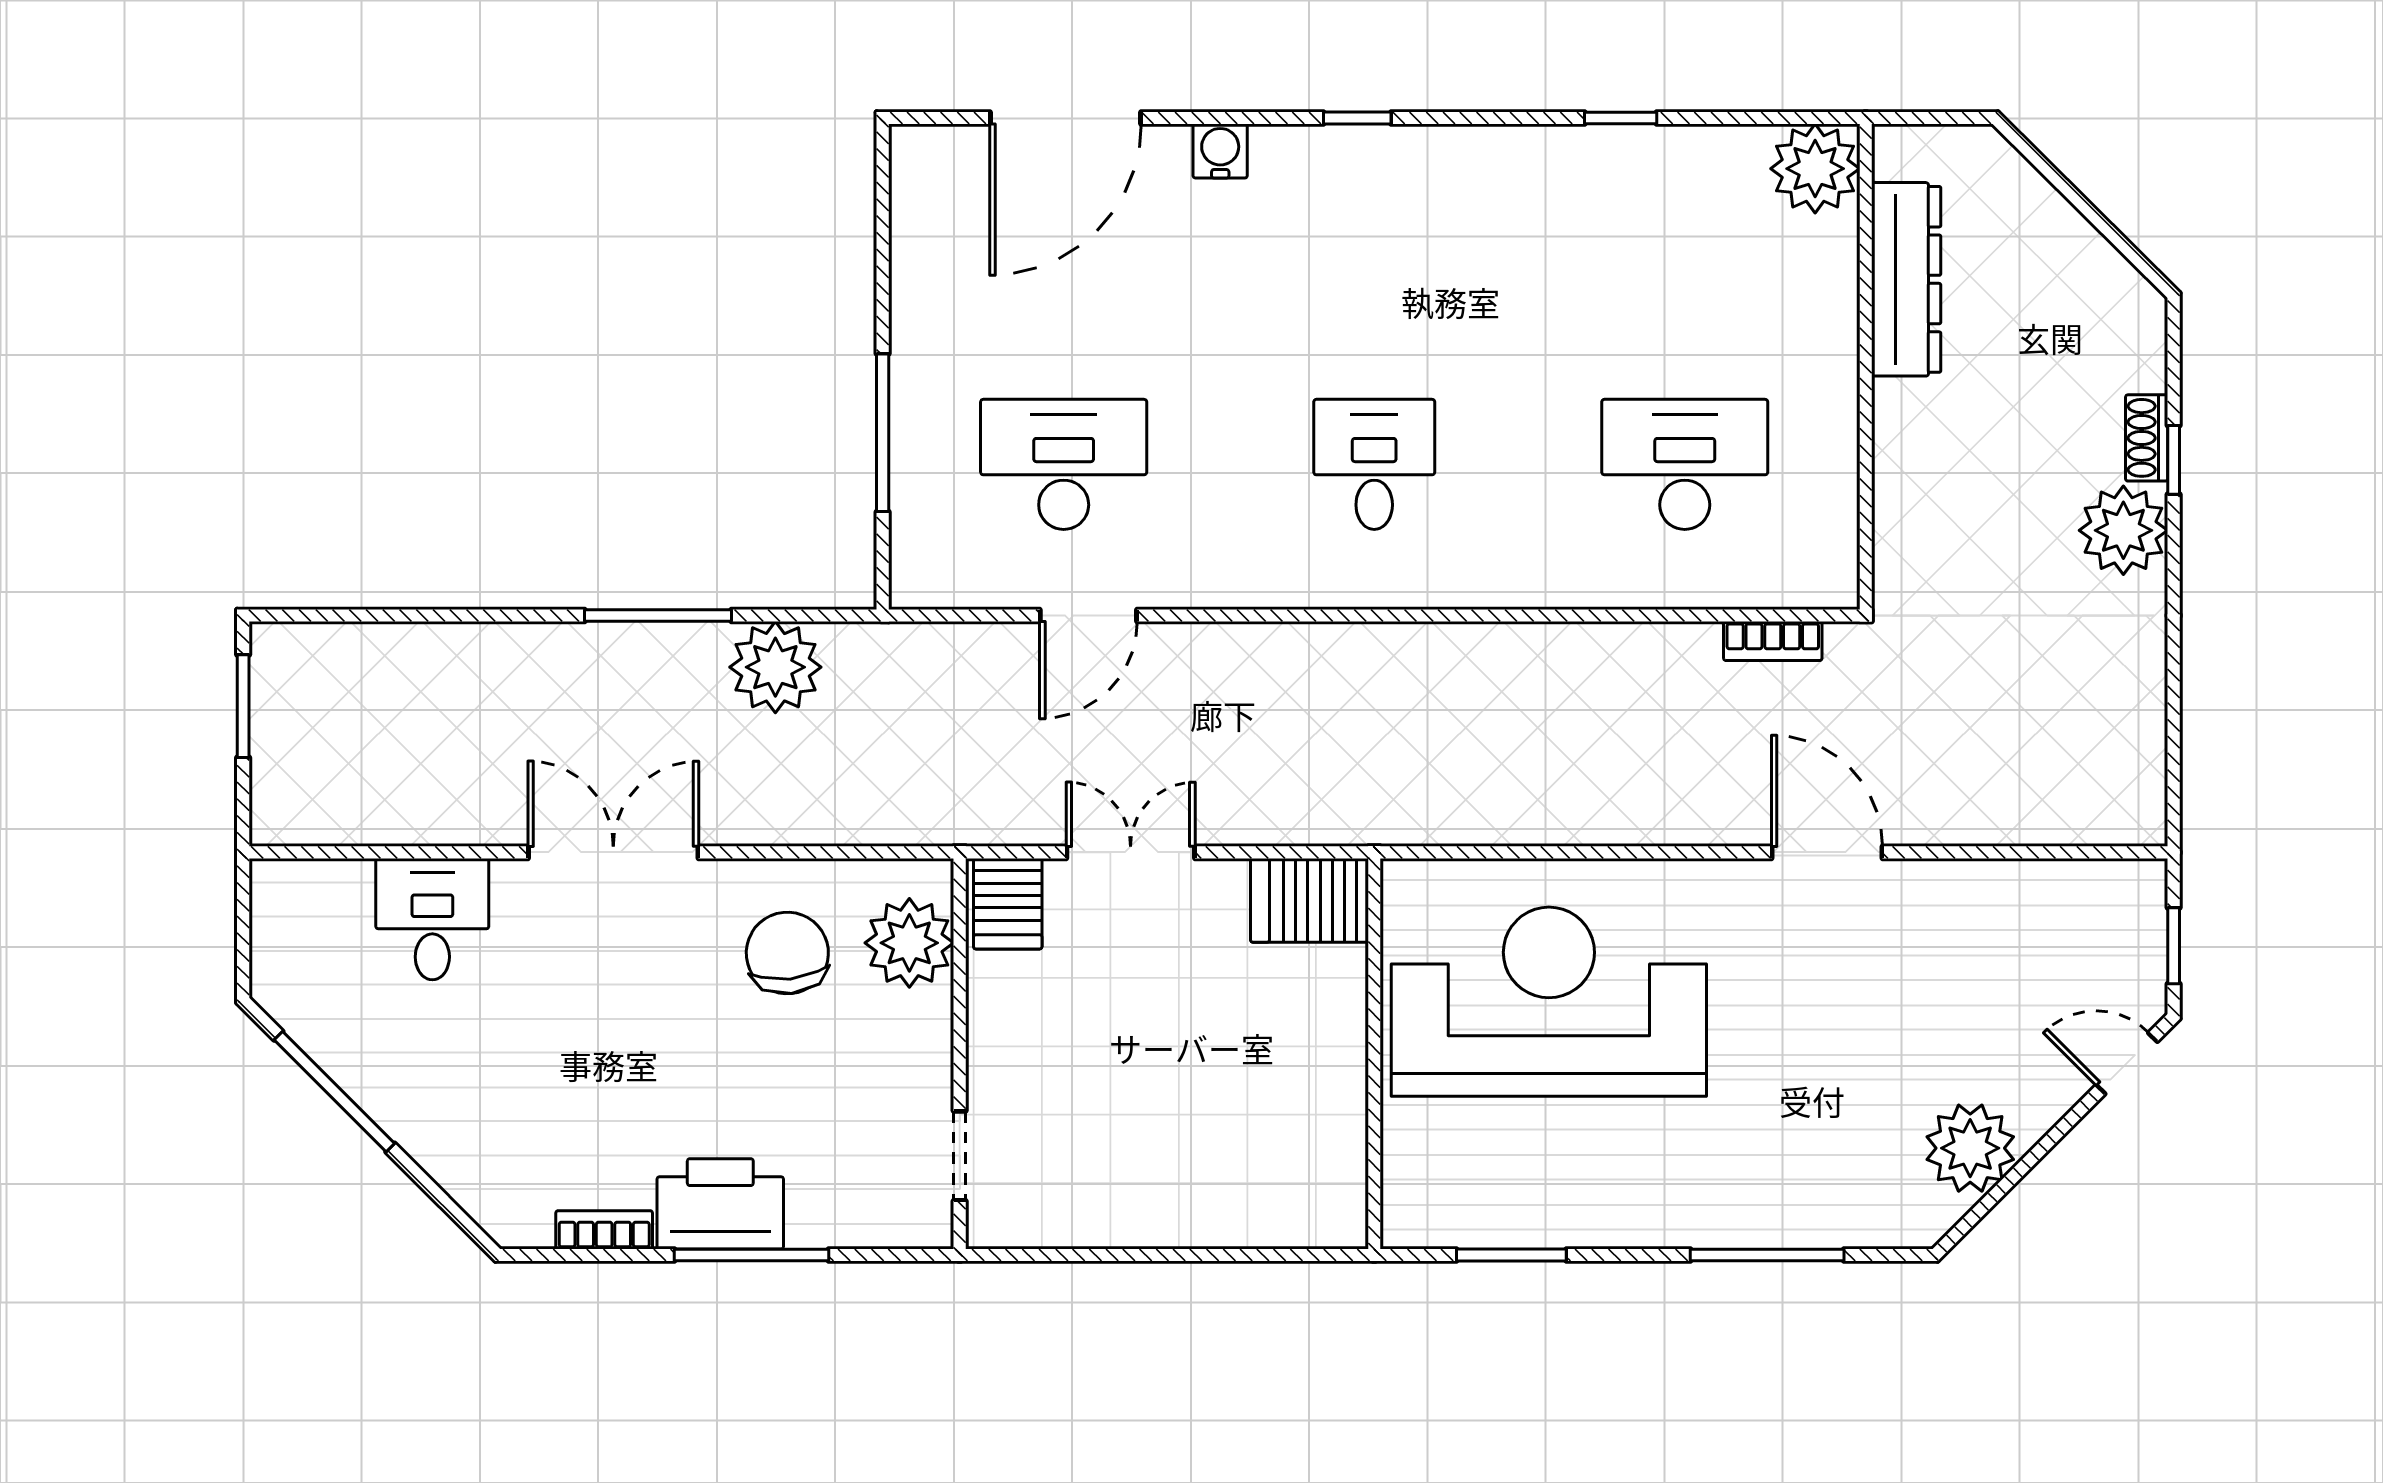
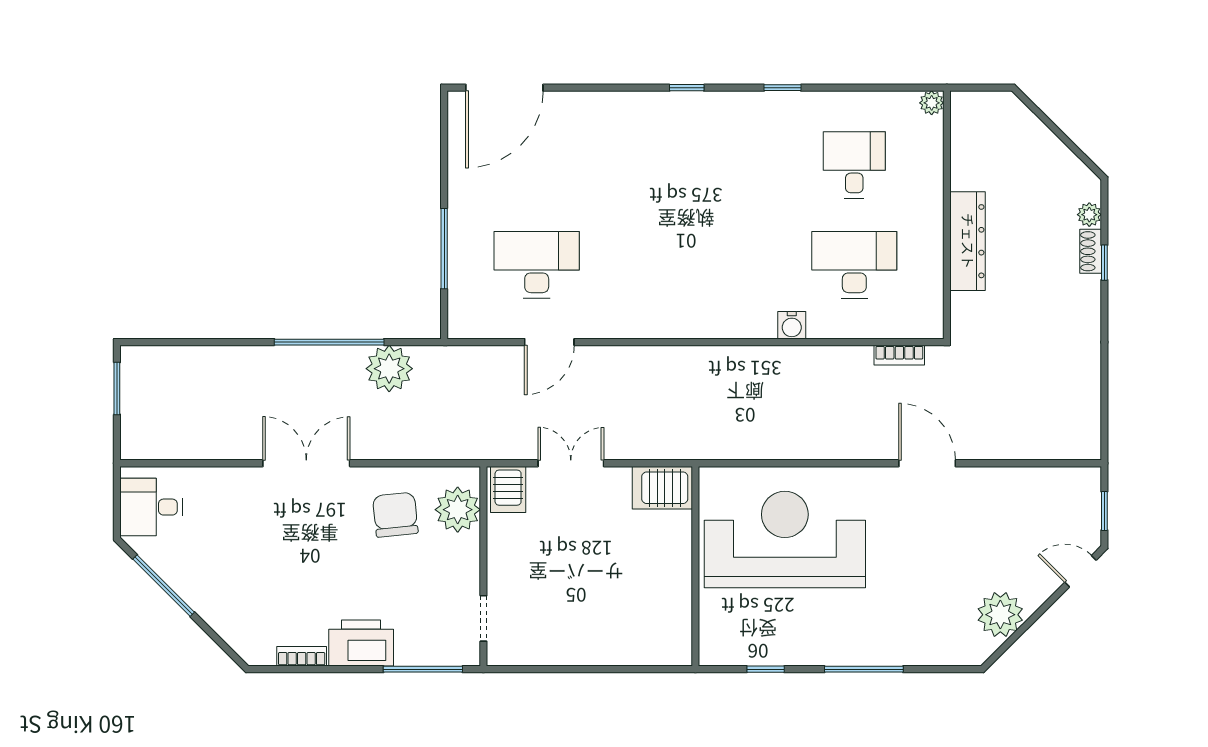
door: (1065, 118) -> (504, 88), moved
window: (1621, 118) -> (782, 88), moved
water cooler: (1220, 151) -> (792, 325), moved, turned 180
plant: (1815, 169) -> (932, 103), width x0.53, depth x0.53
dresser: (1906, 279) -> (968, 241), moved
desk: (1374, 464) -> (854, 165), moved
plant: (2123, 530) -> (1089, 215), moved, width x0.53, depth x0.53
window: (658, 616) -> (329, 342), width x1.46
desk: (432, 919) -> (151, 507), moved, turned -90
window: (751, 1255) -> (423, 669), moved
window: (1511, 1255) -> (766, 669), width x0.67
window: (1767, 1255) -> (864, 669), moved

